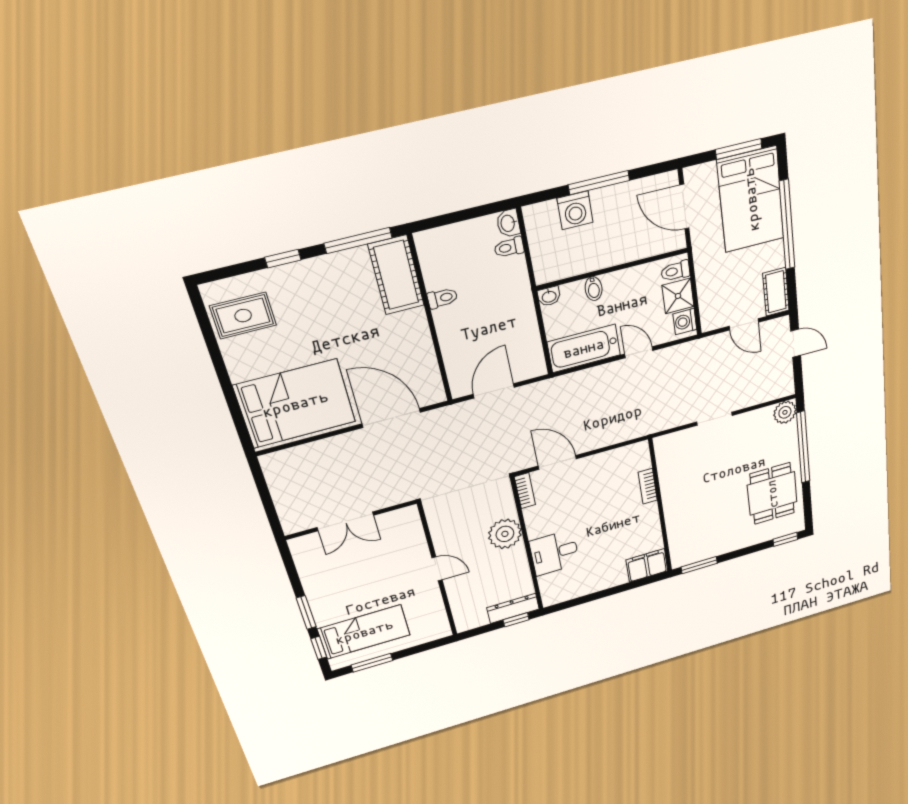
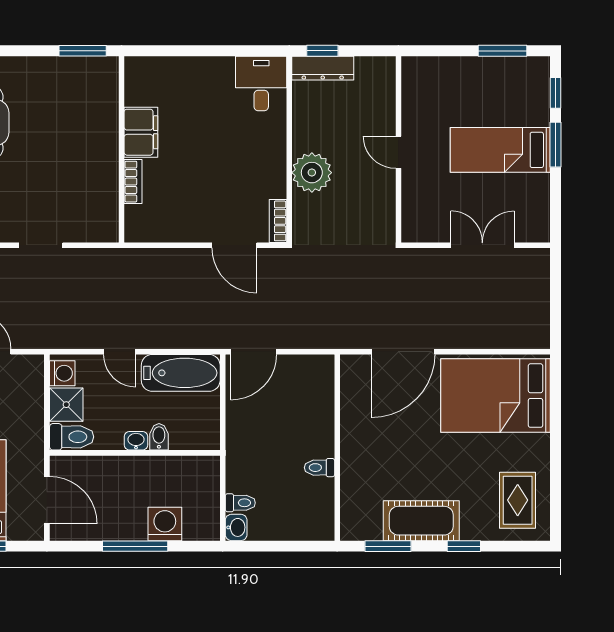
window: (358, 241) -> (388, 546), width x0.69
toilet: (675, 271) -> (72, 437), width x1.37, depth x1.39
cot: (396, 275) -> (421, 521), moved, turned 90
washbasin: (549, 296) -> (136, 441), moved
rug: (243, 316) -> (518, 500), turned 90
door: (494, 391) -> (254, 352), moved
door: (391, 418) -> (403, 352), hinge flipped
desk: (554, 553) -> (261, 83), moved, turned -90
filing cabinet: (647, 565) -> (141, 132), moved, turned -90
bed: (364, 632) -> (500, 150), moved

